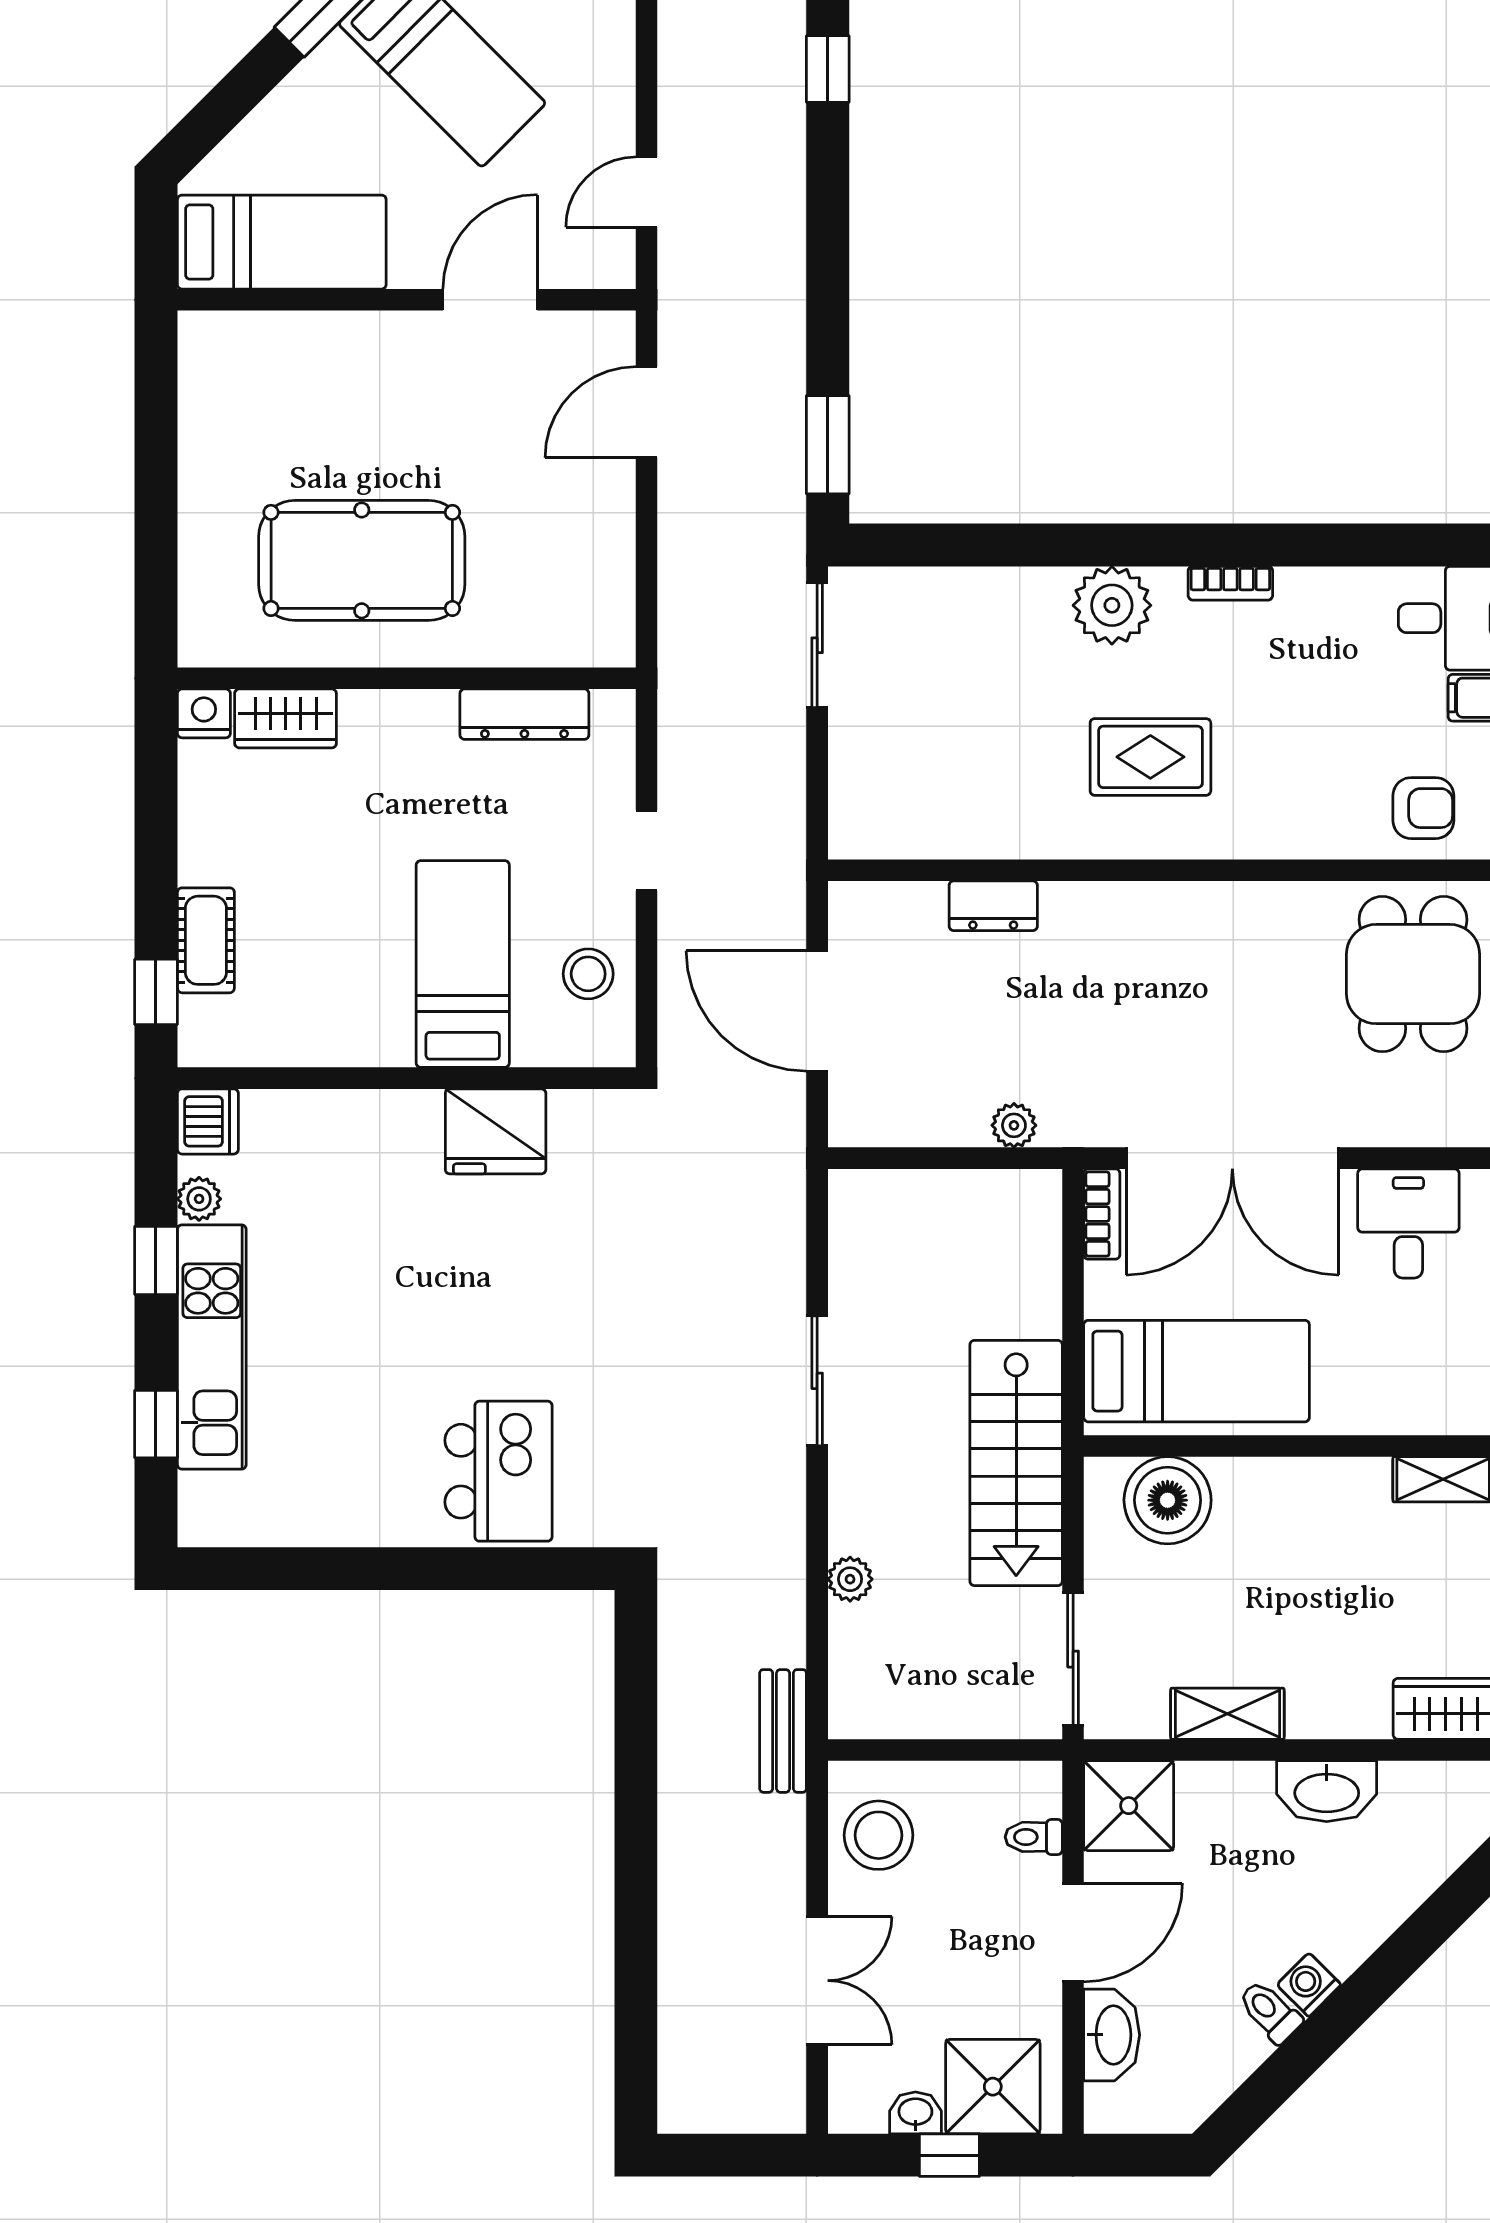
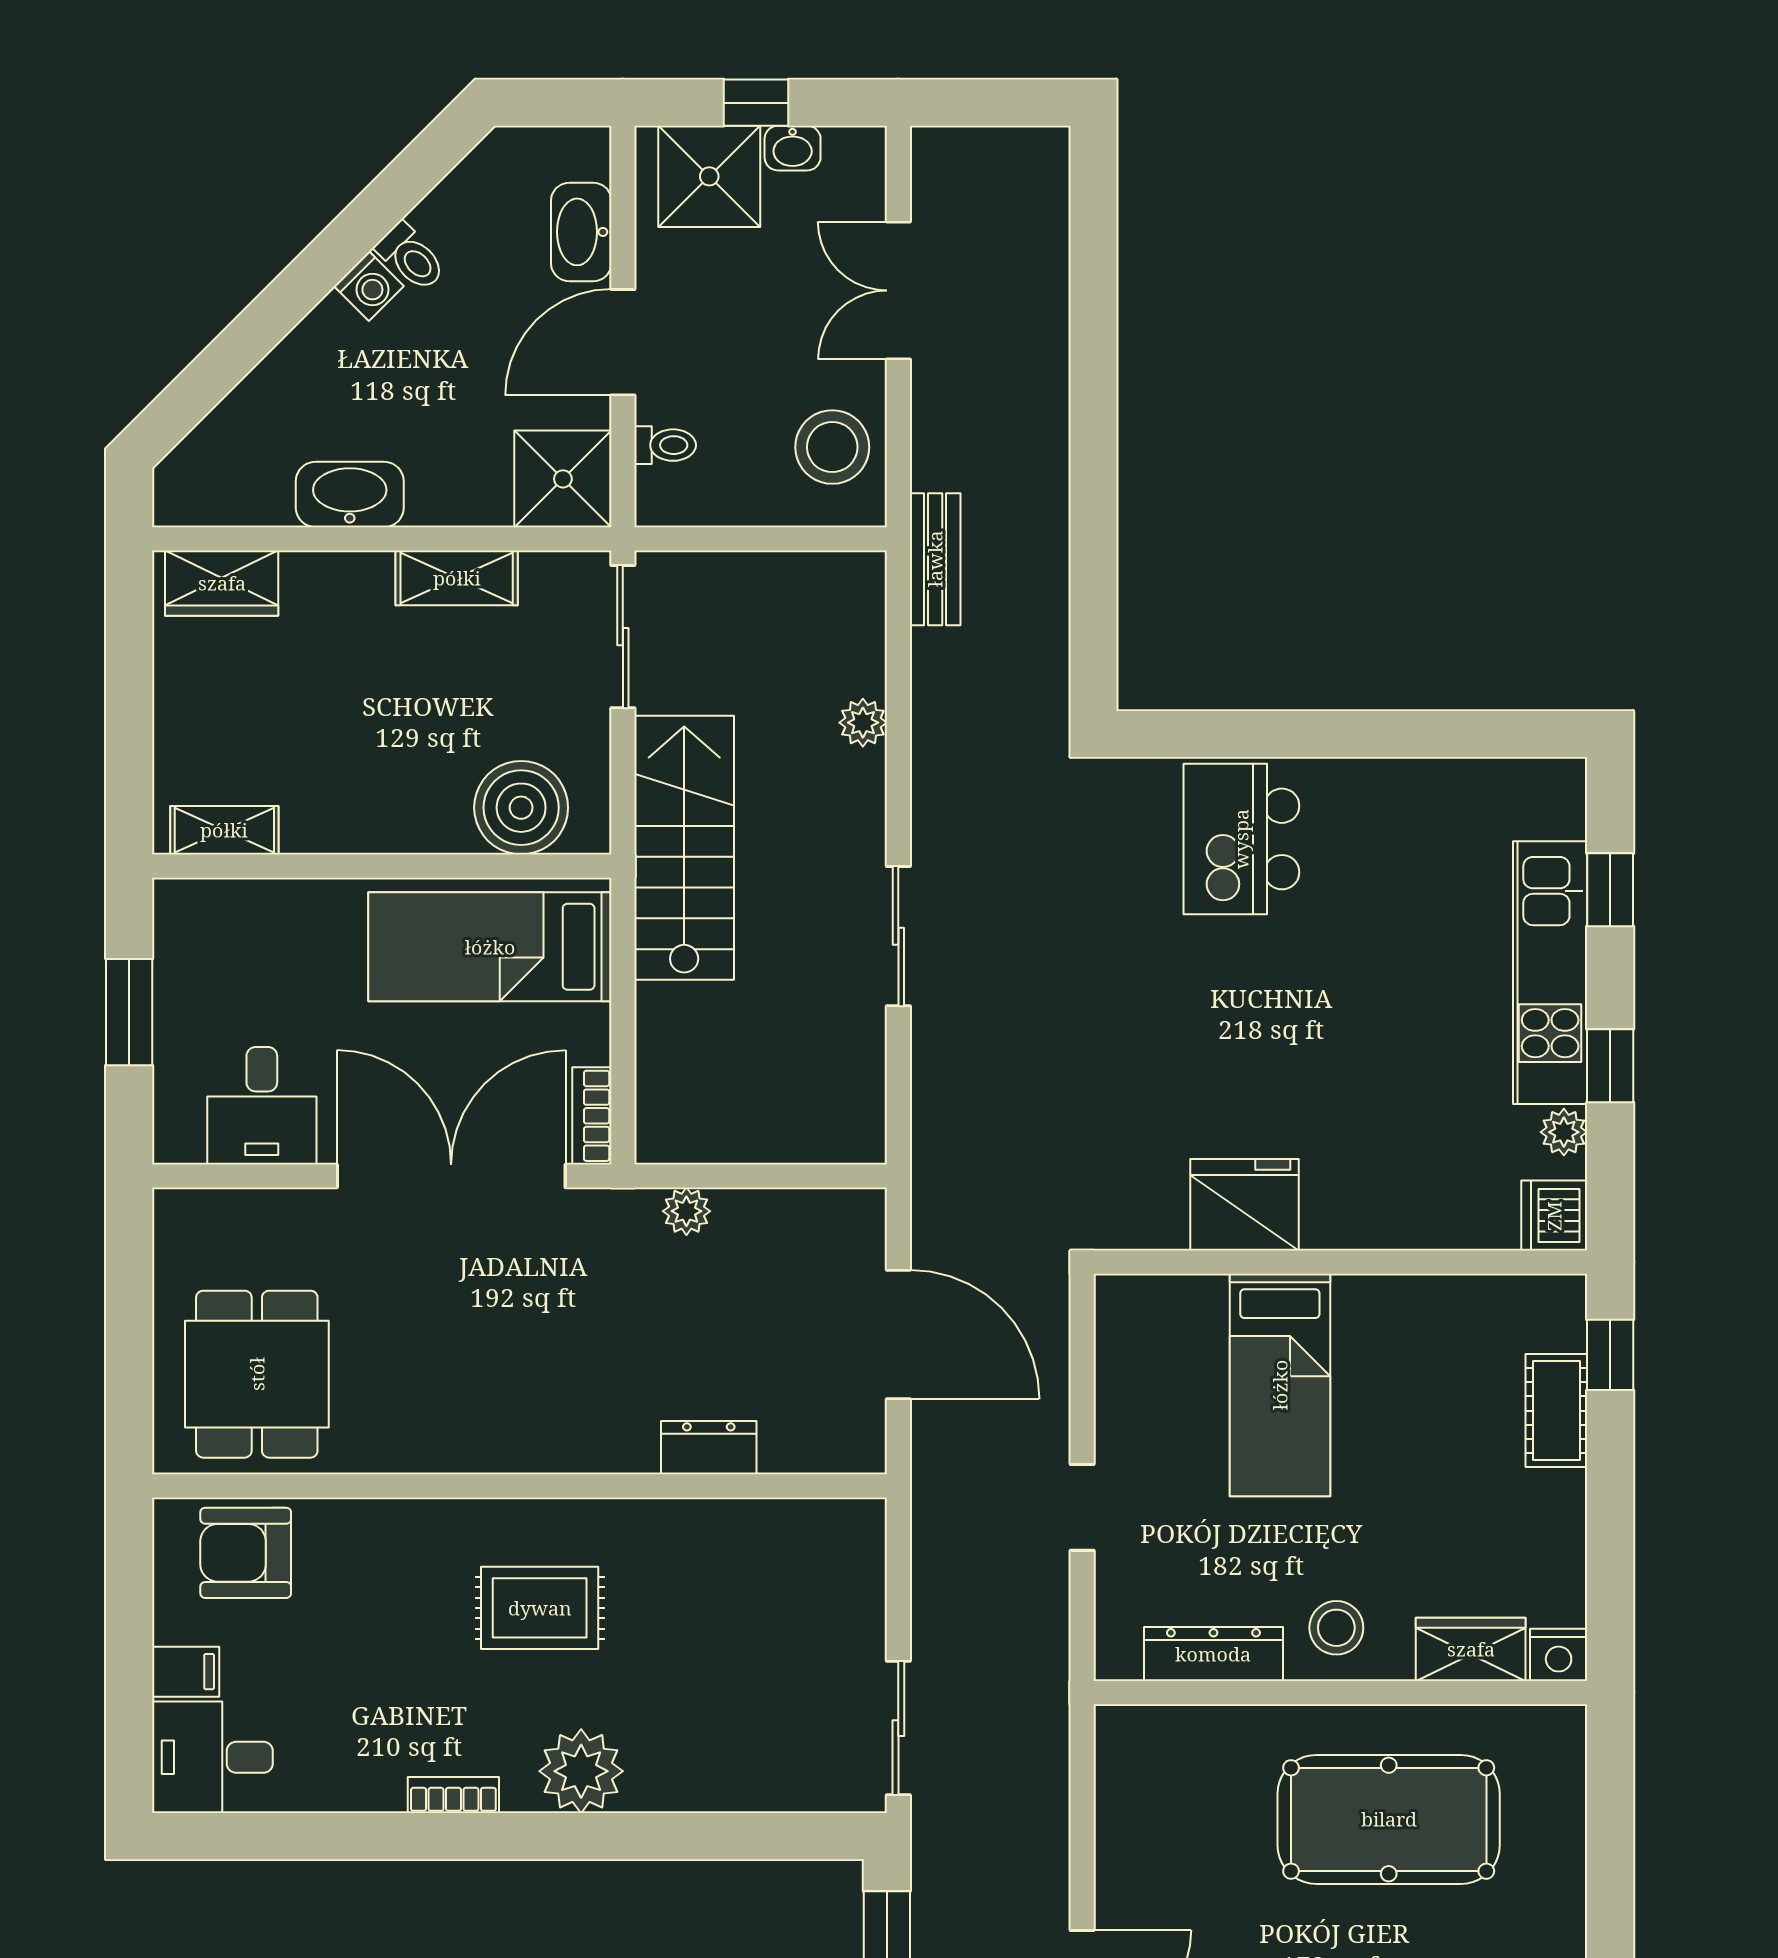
armchair: (1423, 808) -> (246, 1553), width x1.38, depth x1.38
stool: (588, 974) -> (1336, 1628), moved

